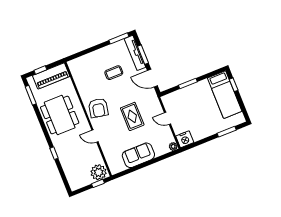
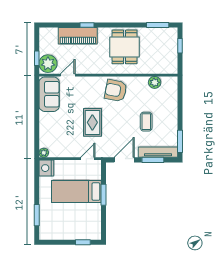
piano: (51, 76) -> (78, 36), moved, turned -90
plant: (79, 79) -> (155, 82), added
bed: (225, 95) -> (76, 192), moved
dining table: (60, 115) -> (125, 47), width x0.73
rug: (132, 116) -> (92, 122), turned 90
door: (167, 118) -> (88, 159), moved
door: (95, 136) -> (68, 75), moved
sofa: (138, 155) -> (49, 94), moved

